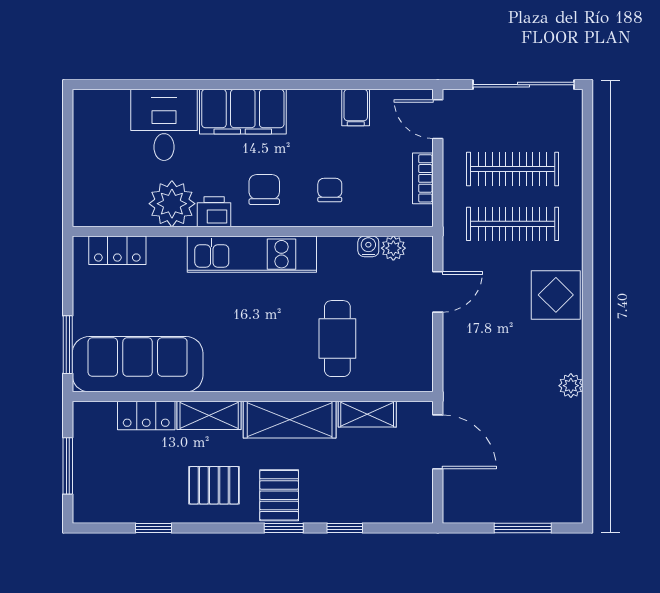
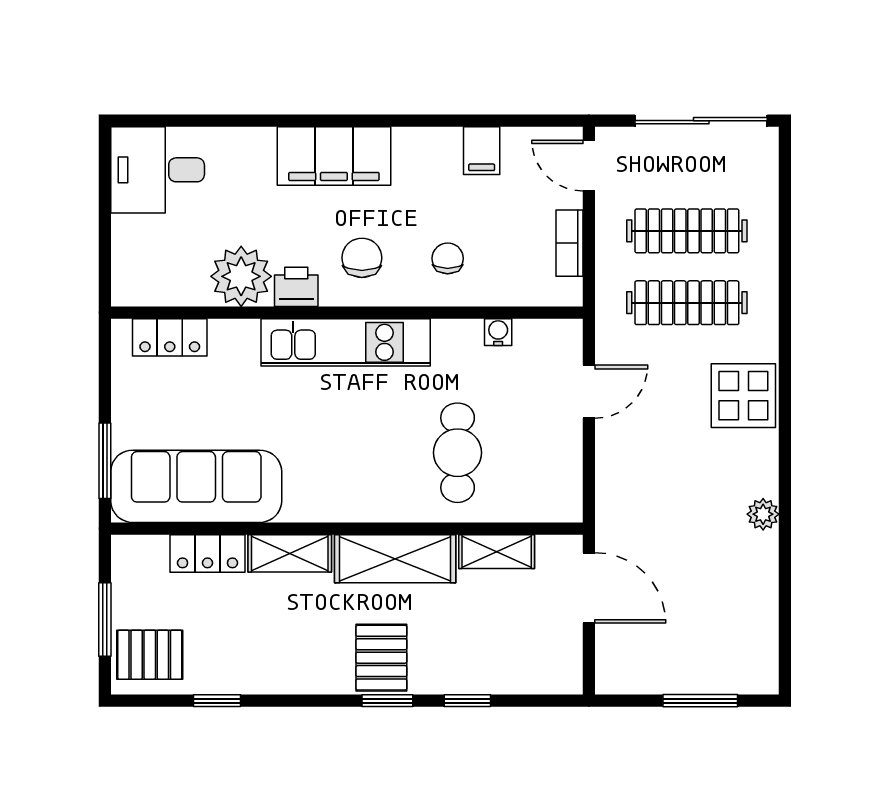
desk: (164, 125) -> (158, 170), moved, turned -90
plant: (393, 248) -> (531, 334), removed
pallet: (214, 485) -> (150, 655), moved

